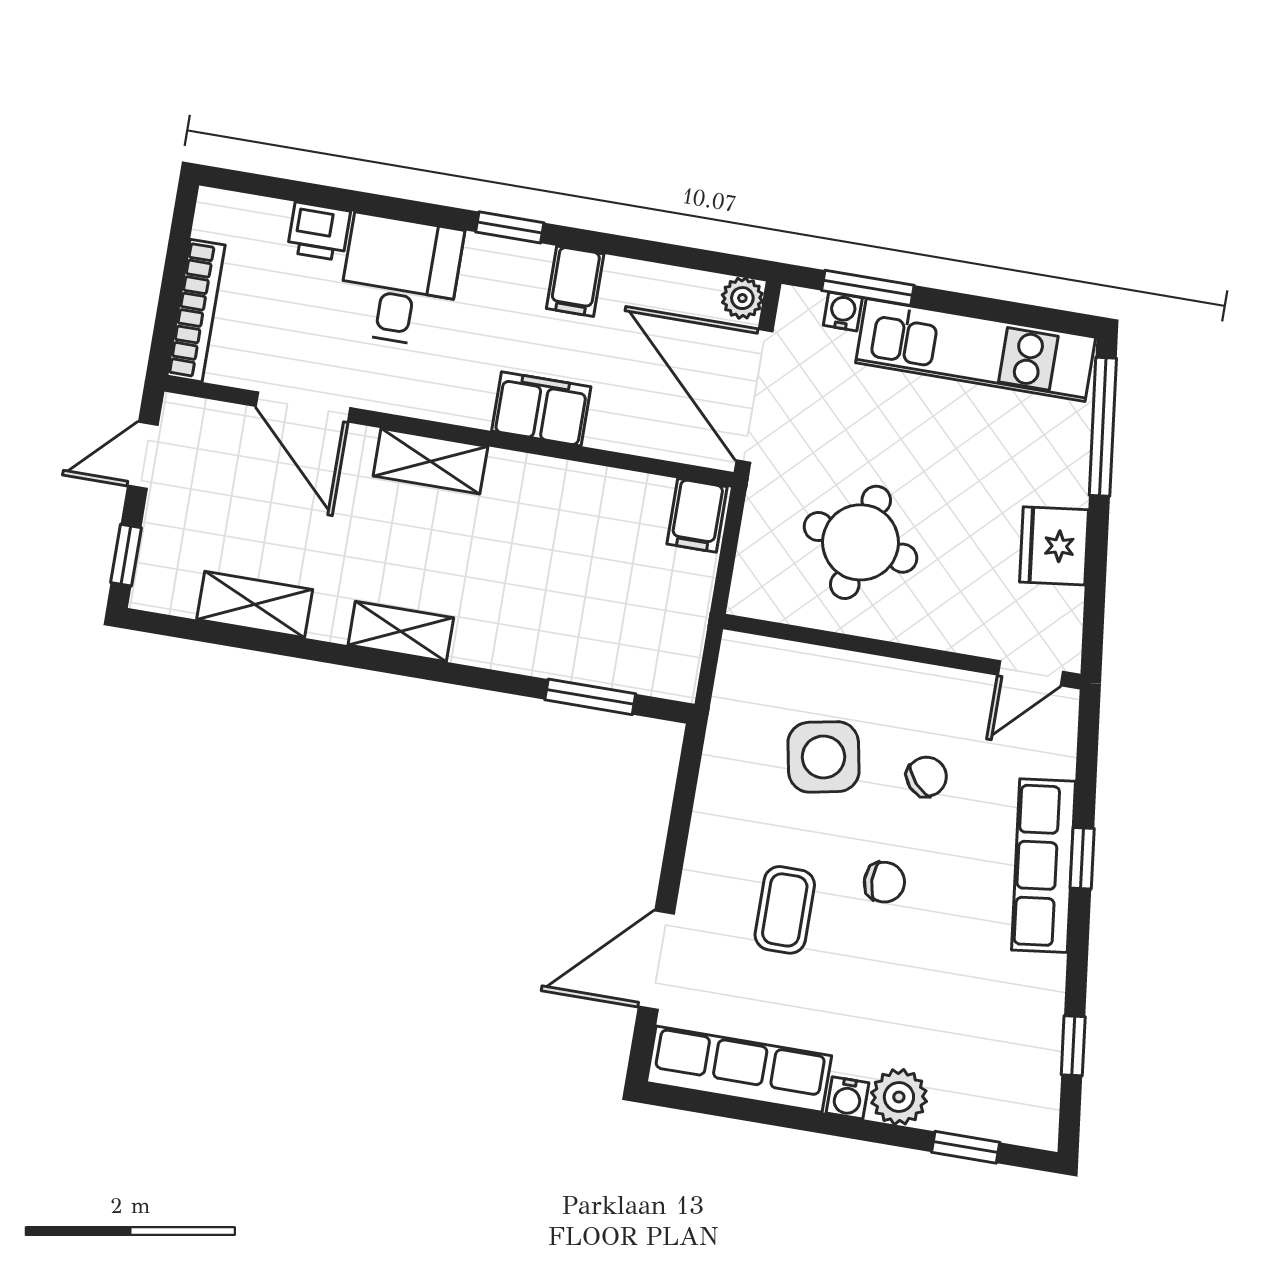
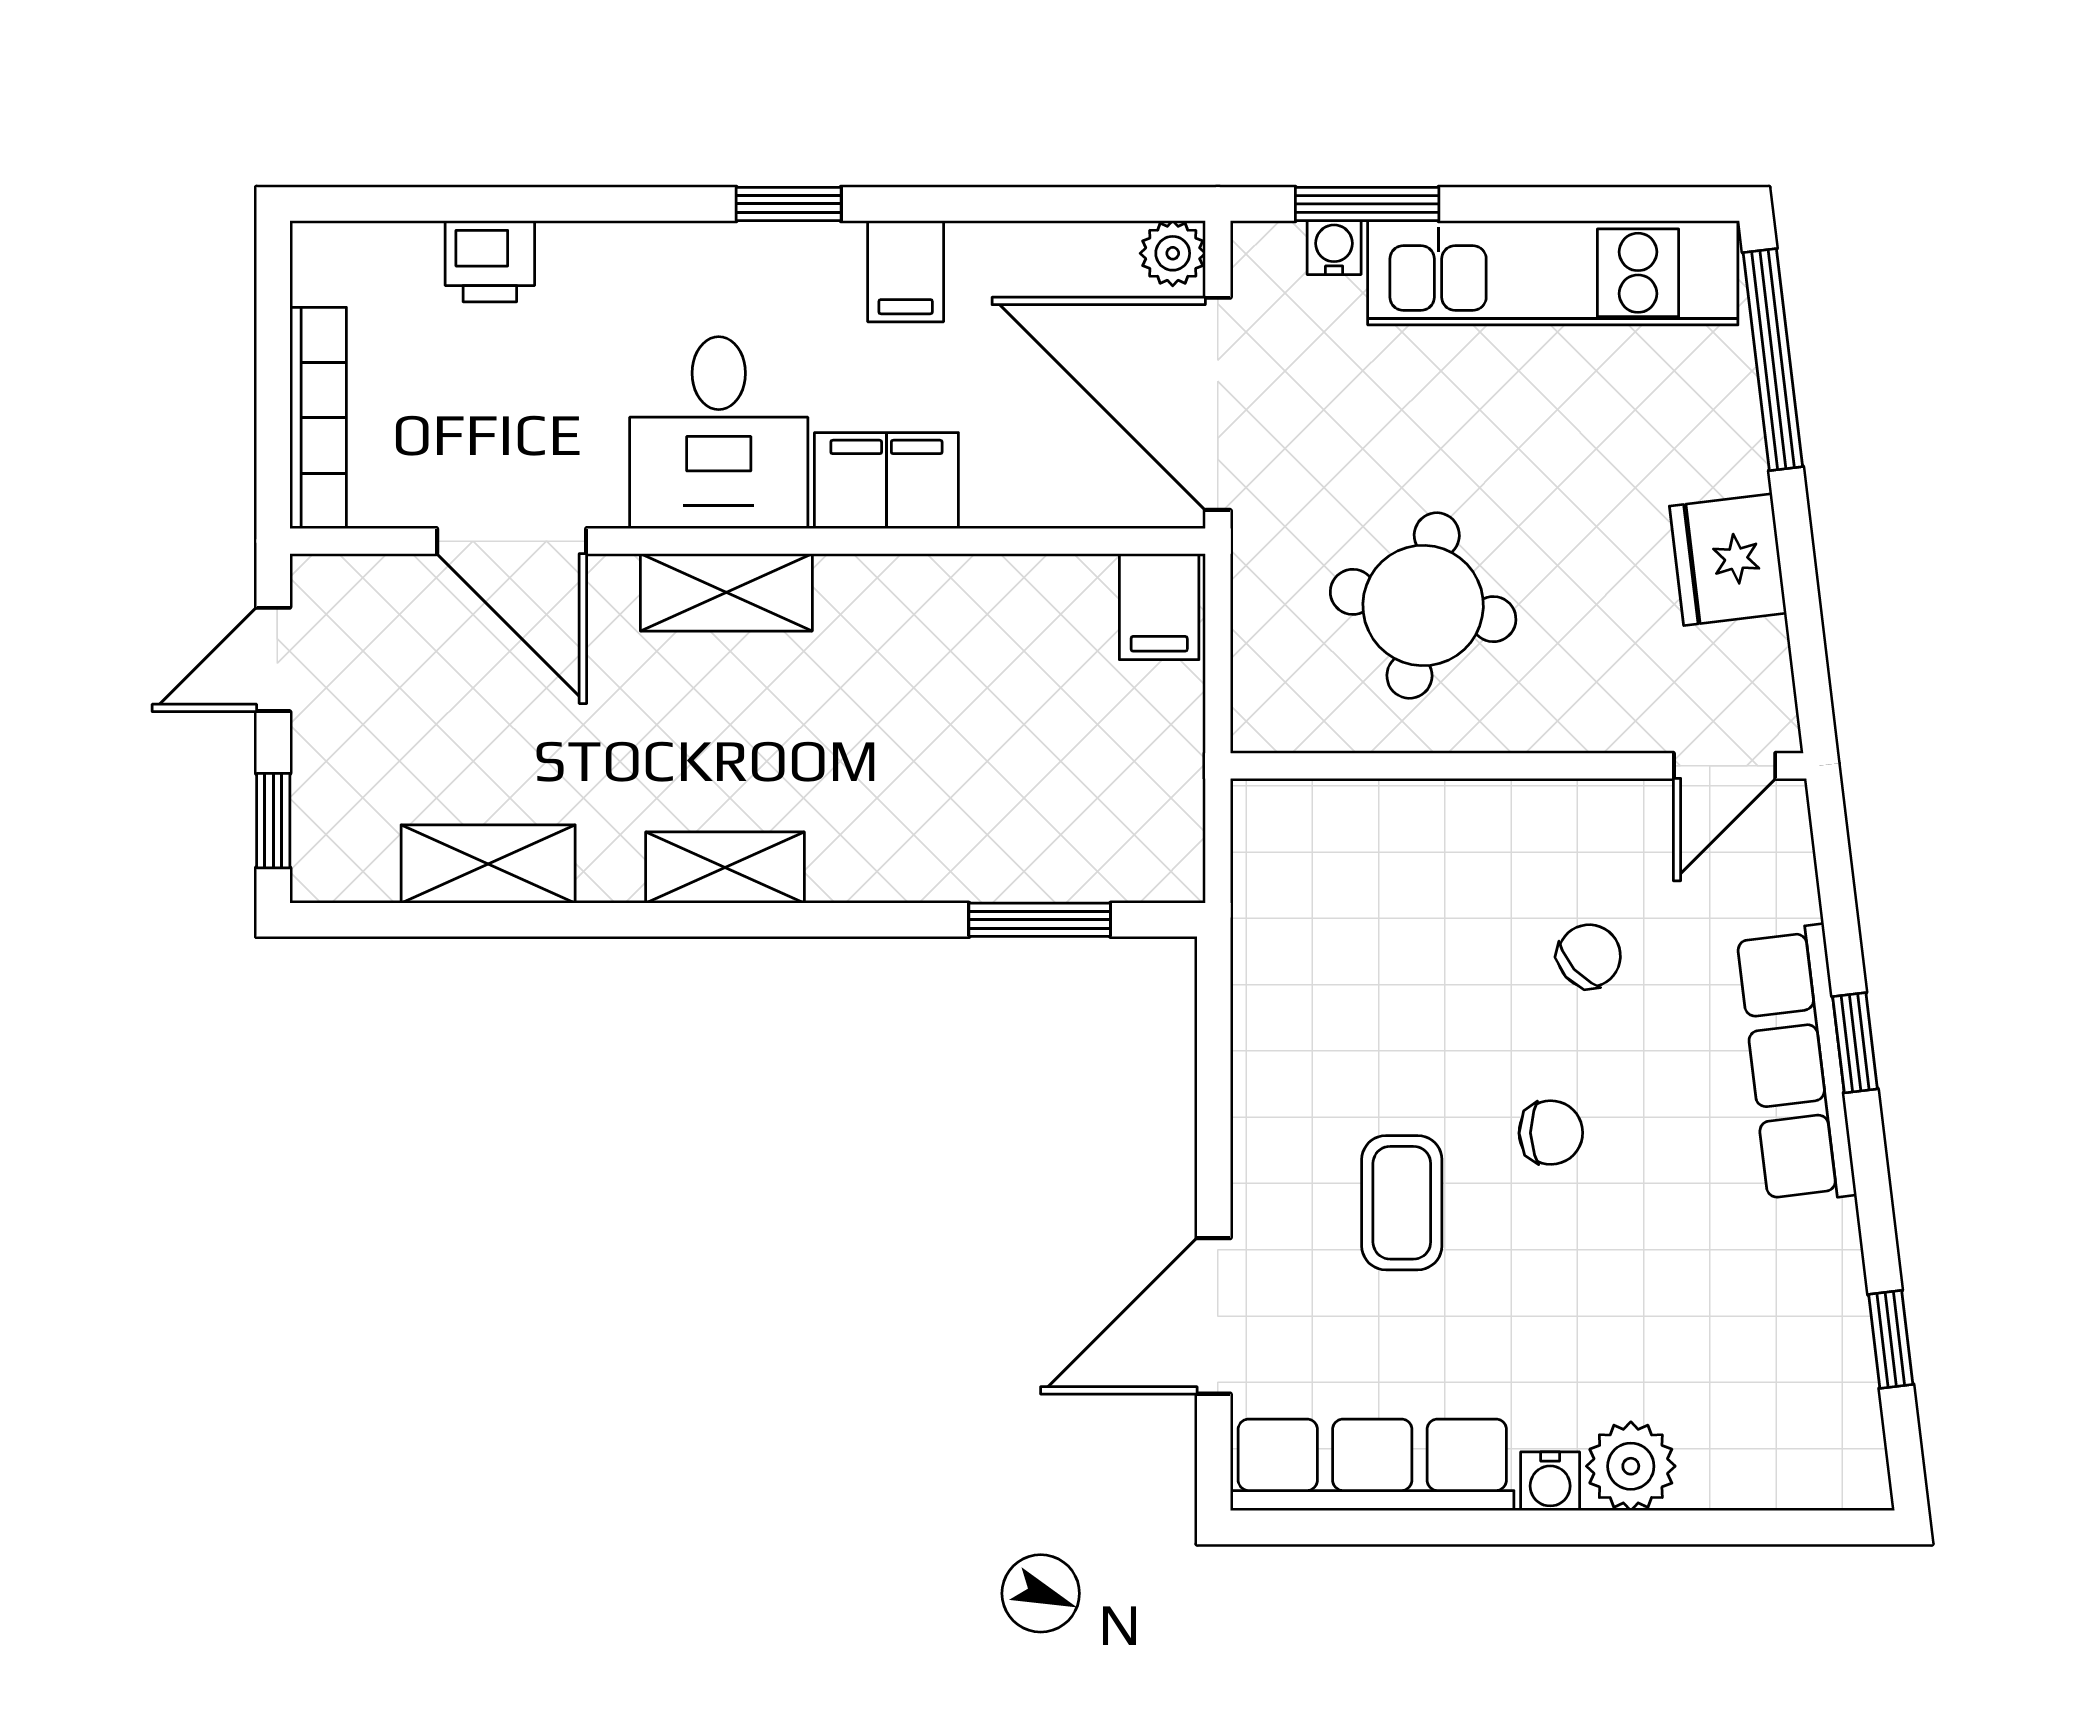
desk: (400, 280) -> (719, 433), moved, turned 180
side table: (823, 757) -> (1422, 952), removed
window: (966, 1147) -> (1749, 1527), removed

